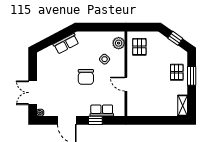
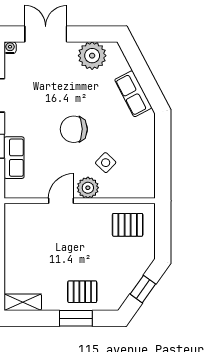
plant: (119, 43) -> (88, 188), moved
plant: (45, 67) -> (92, 56), added

